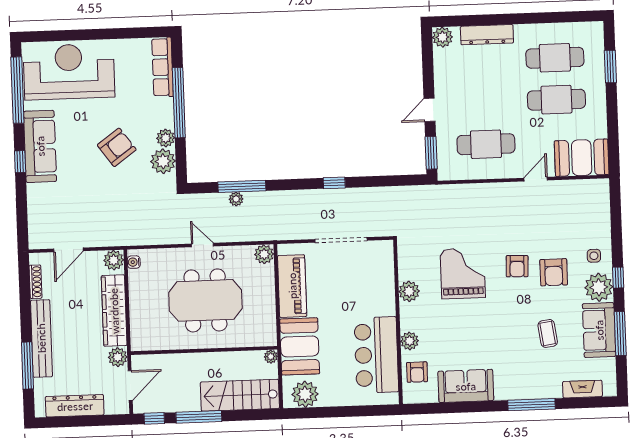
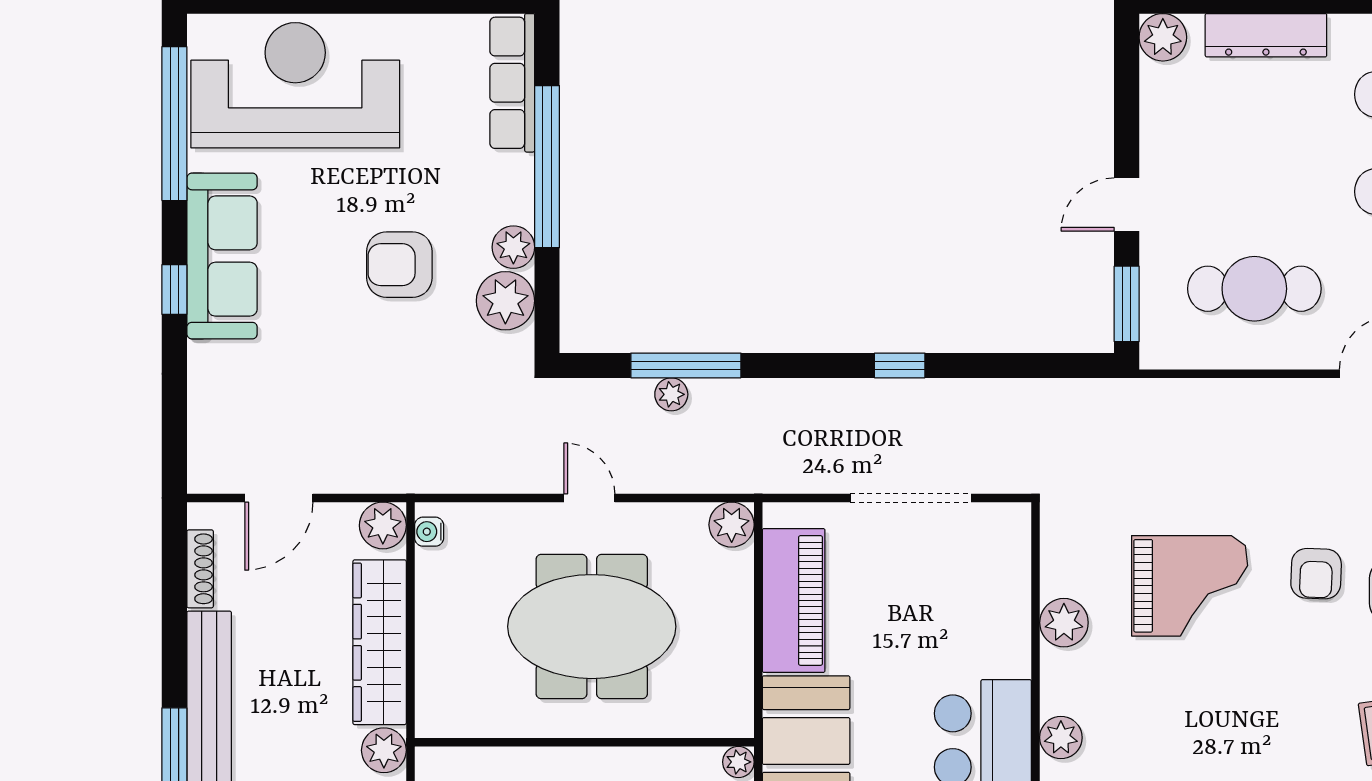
armchair: (117, 147) -> (399, 265), turned -144
grand piano: (463, 273) -> (1190, 586), turned 90

